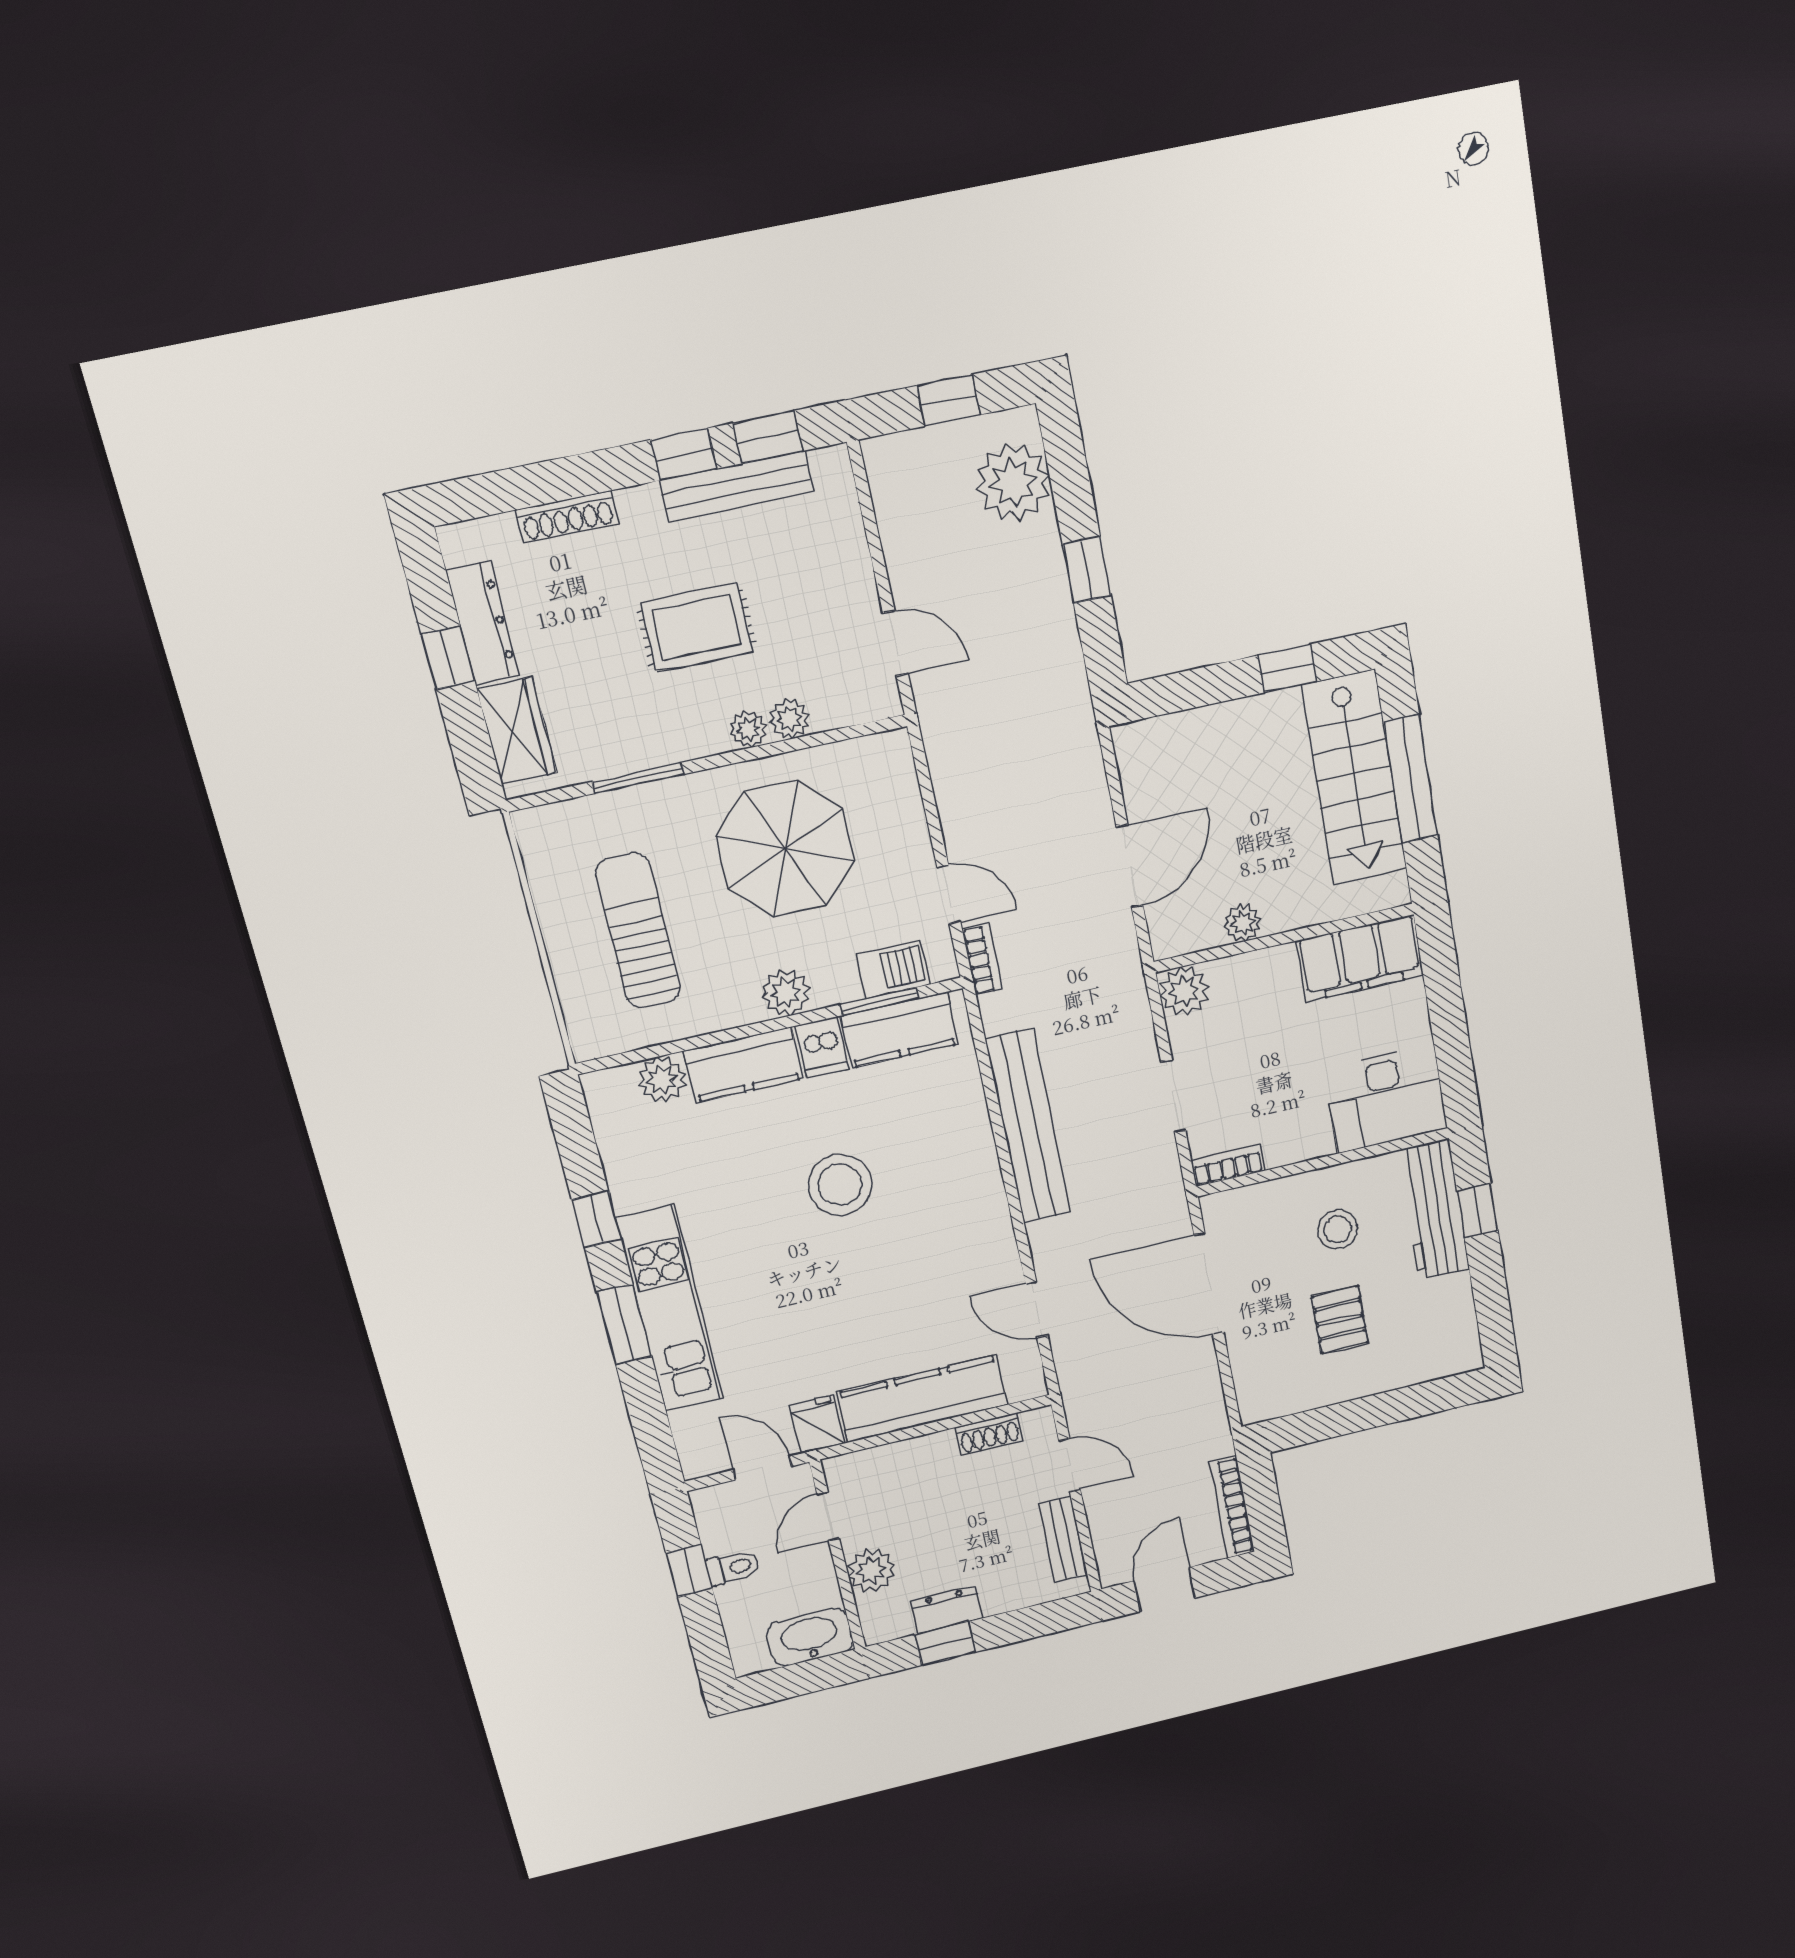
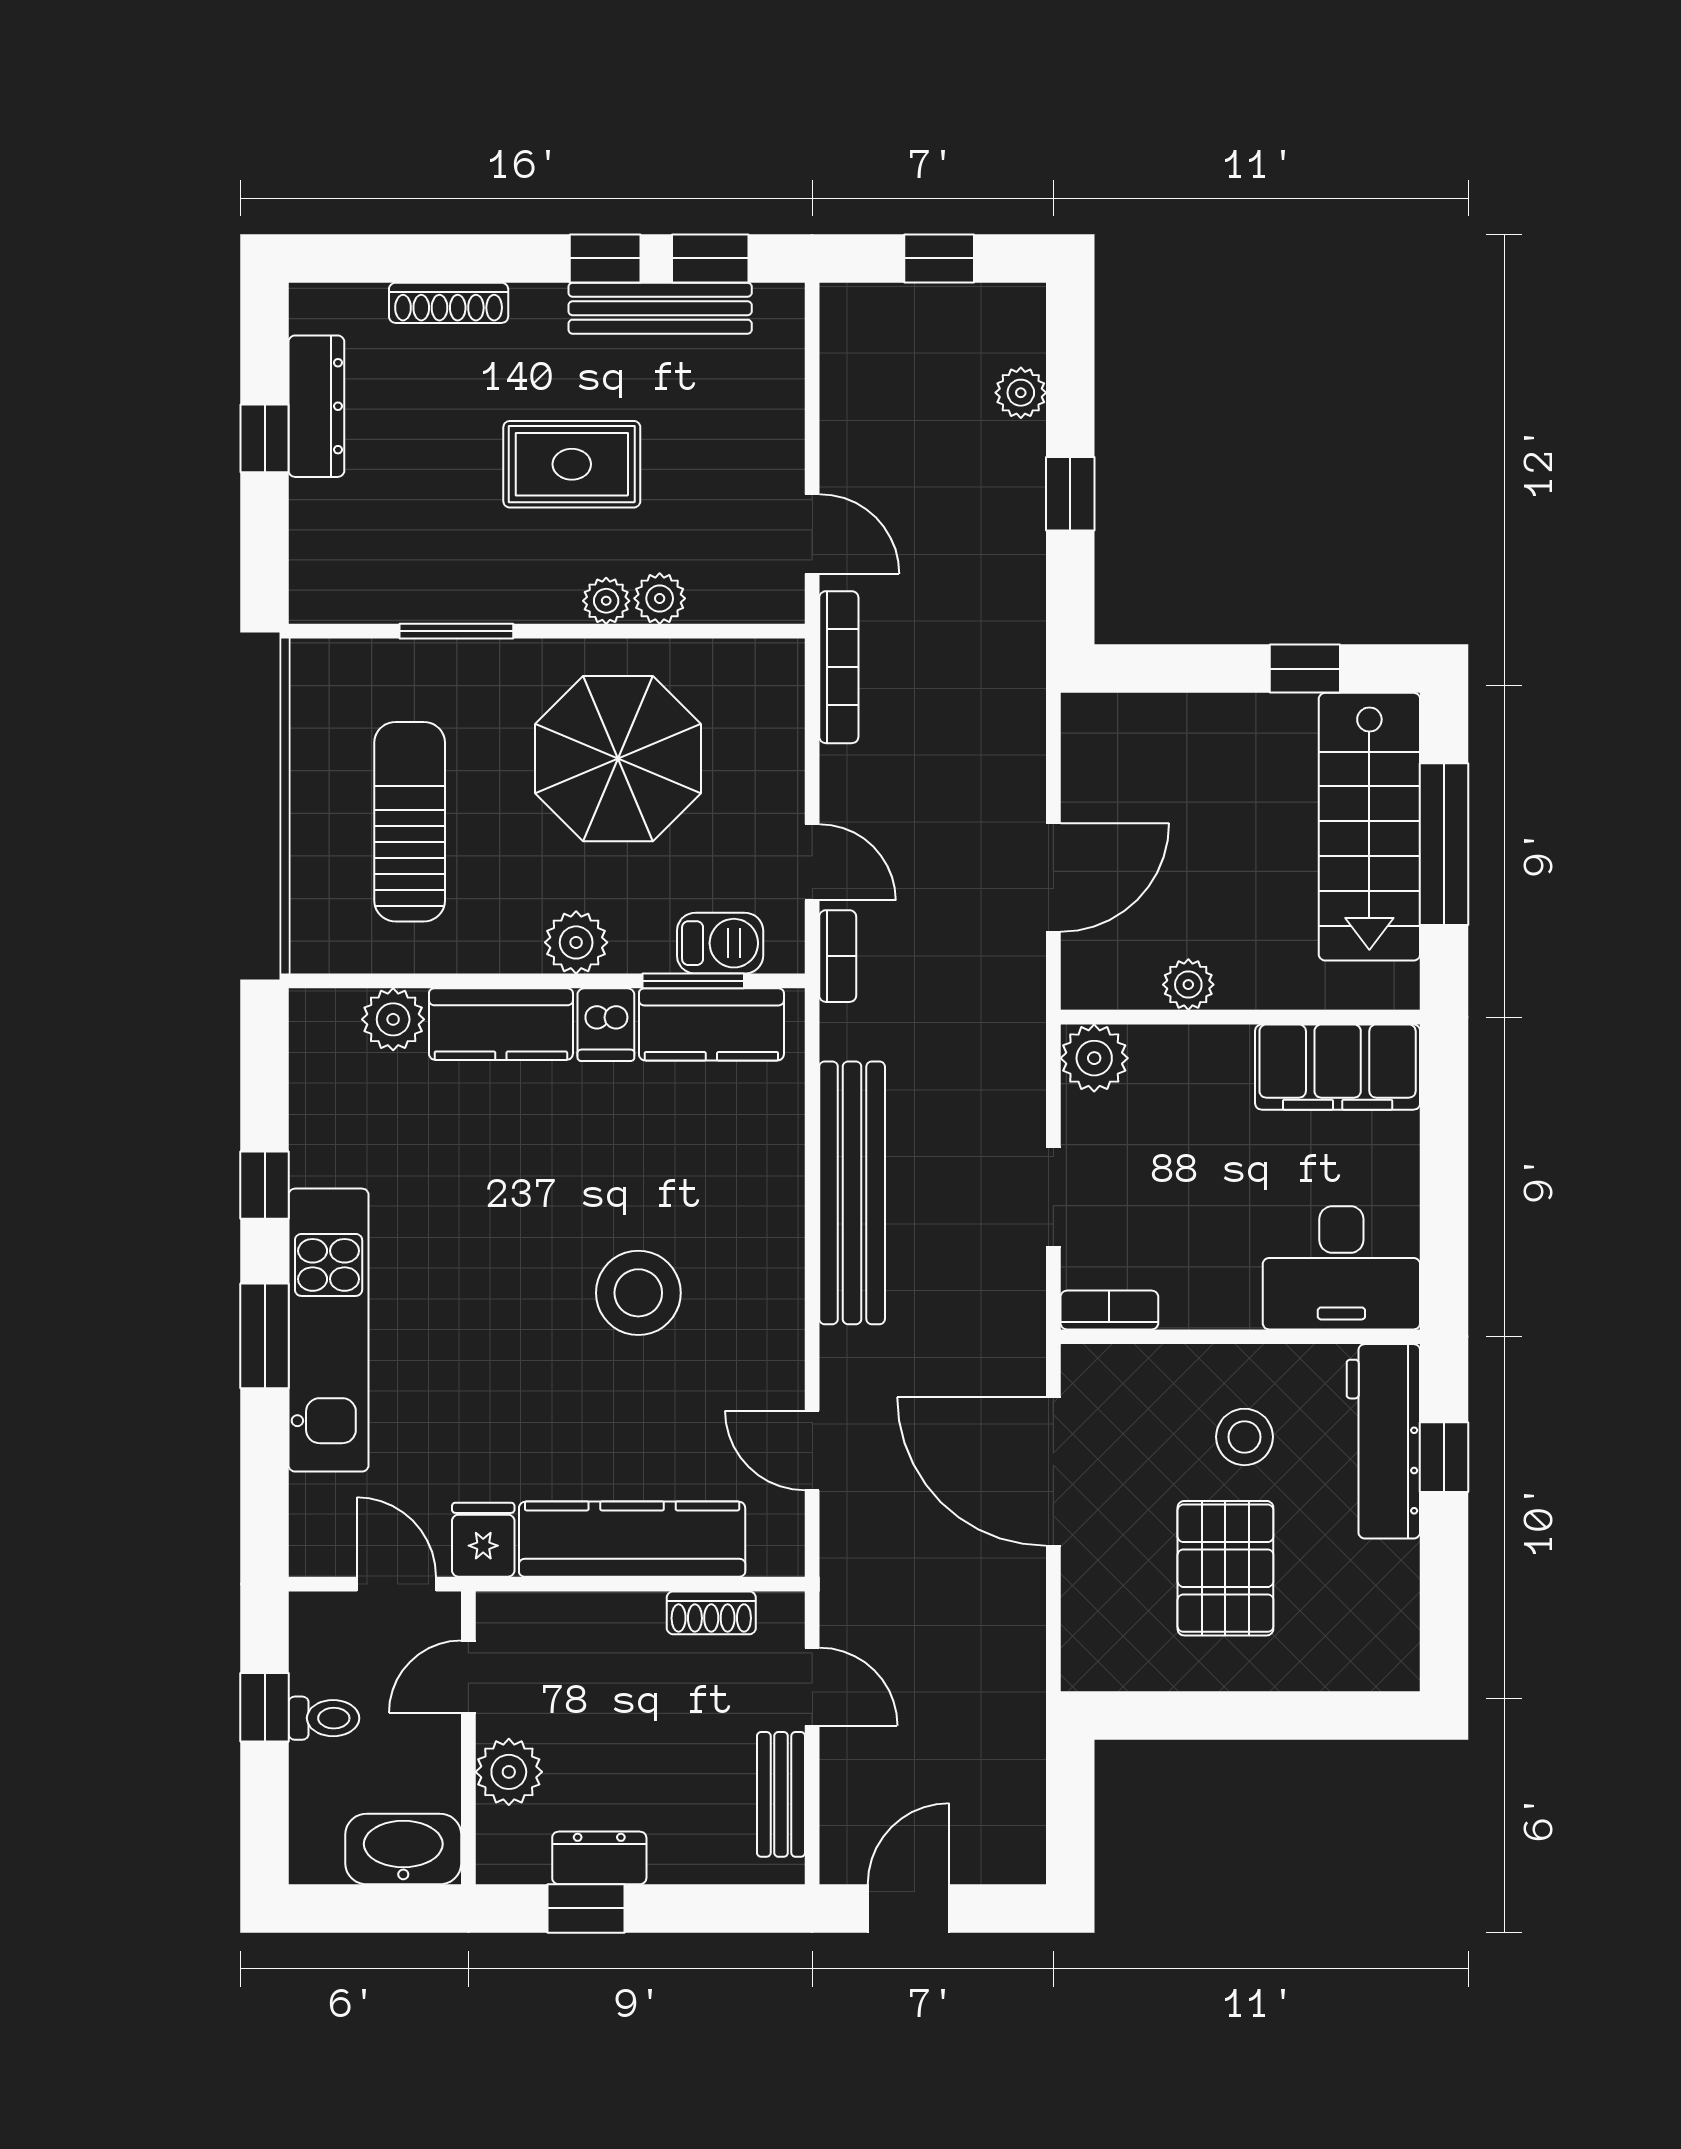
plant: (1013, 483) -> (1021, 393), width x0.53, depth x0.53
wardrobe: (517, 731) -> (324, 543), removed
stool: (840, 1185) -> (638, 1293), moved
pallet: (1340, 1320) -> (1225, 1568), width x1.50, depth x1.42
bookcase: (1232, 1507) -> (839, 667), moved, turned 180

